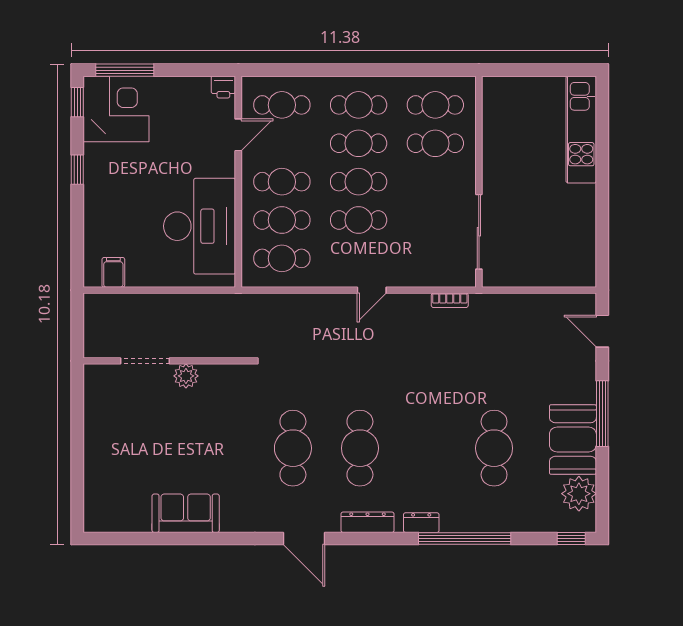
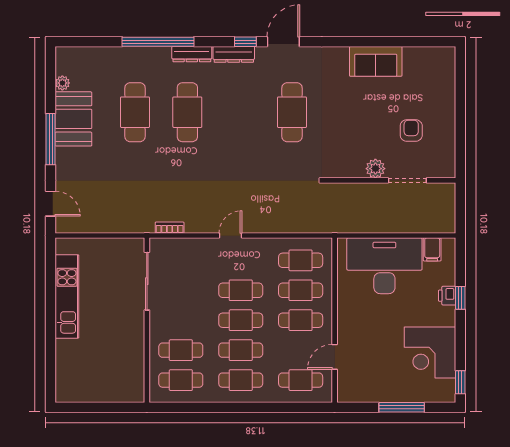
window: (125, 70) -> (402, 407), moved
printer: (223, 87) -> (447, 296), moved, turned -90
corner desk: (116, 109) -> (430, 352), moved
kitchen unit: (581, 130) -> (67, 296), moved
window: (77, 170) -> (460, 298), moved
desk: (200, 226) -> (384, 266), moved, turned 90
armchair: (140, 425) -> (411, 131), added
cafe table: (360, 448) -> (187, 112), moved
plant: (579, 494) -> (62, 83), width x0.53, depth x0.53
dresser: (421, 523) -> (192, 54), width x1.44
door: (304, 538) -> (283, 42), hinge flipped
window: (571, 538) -> (245, 42), moved

